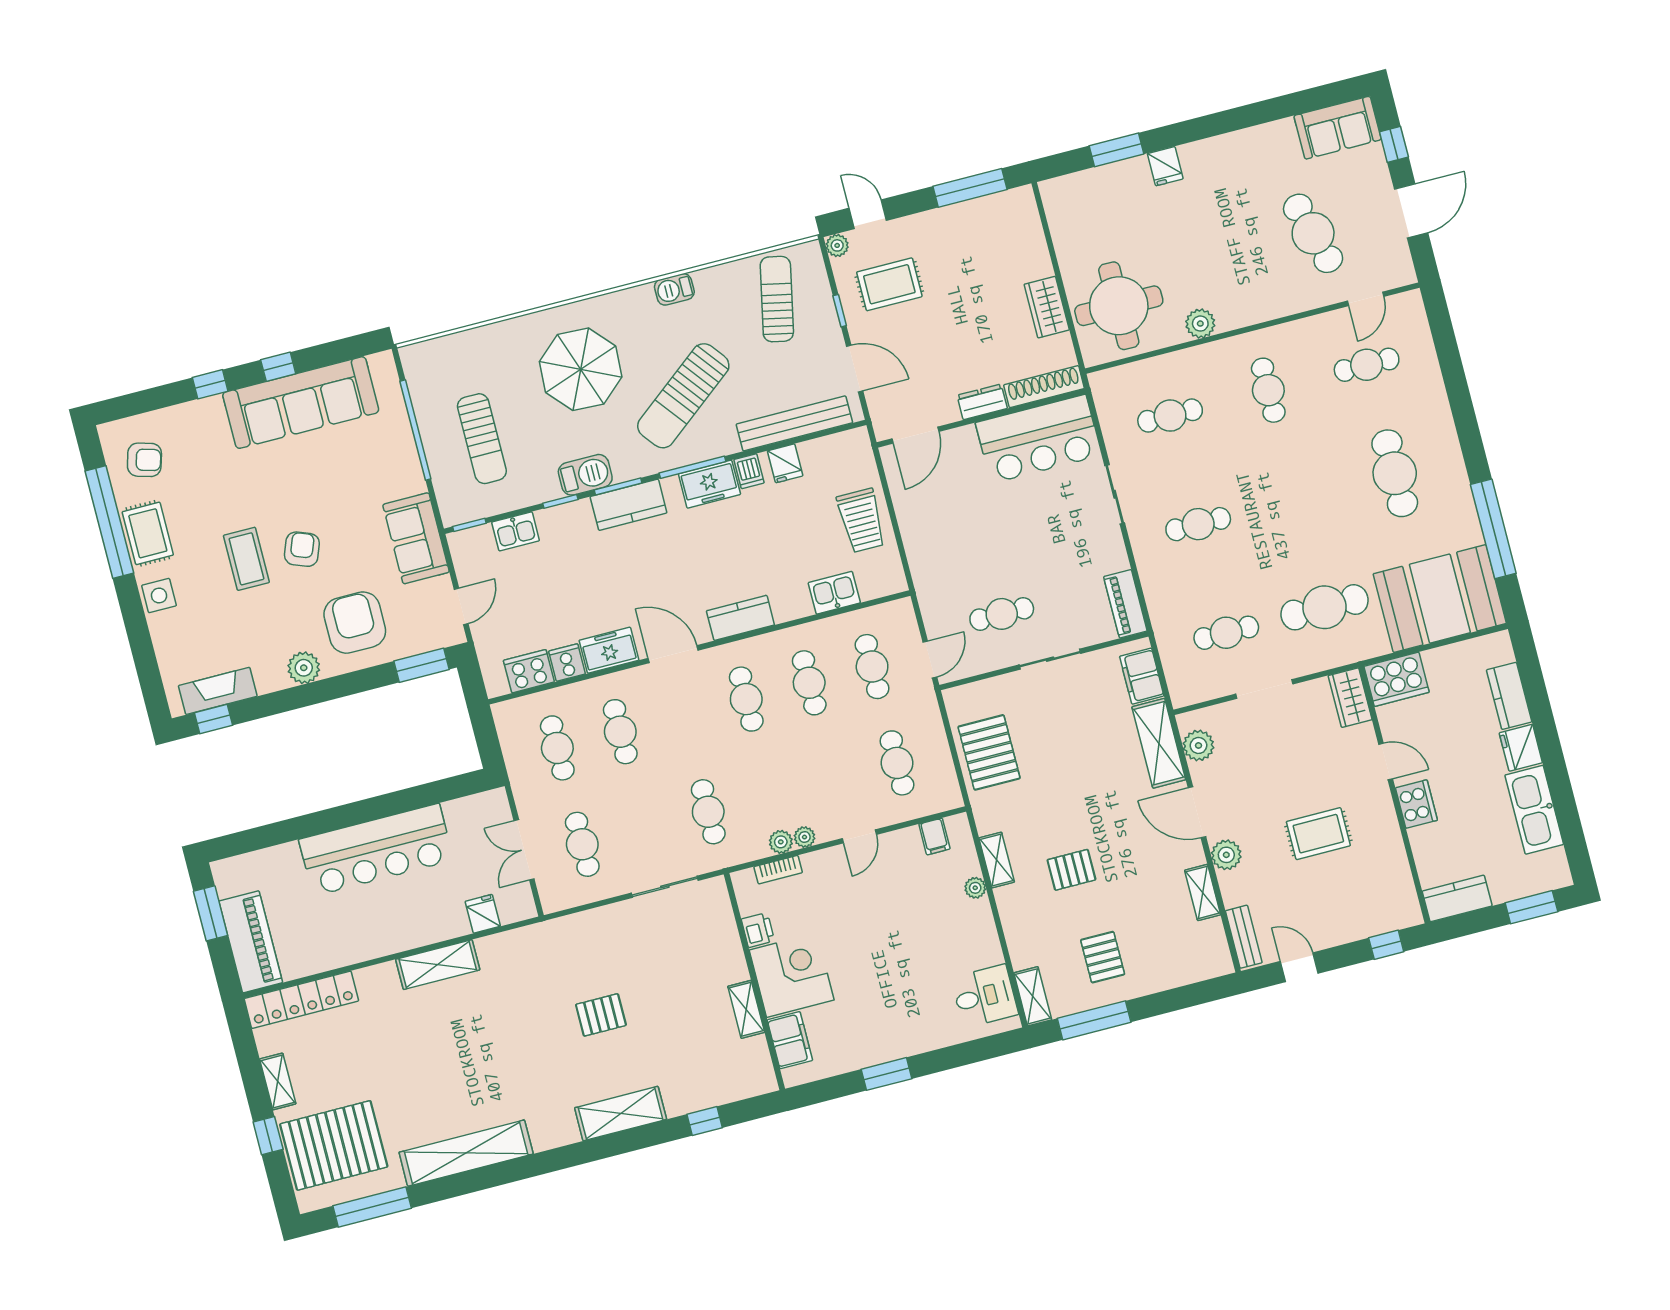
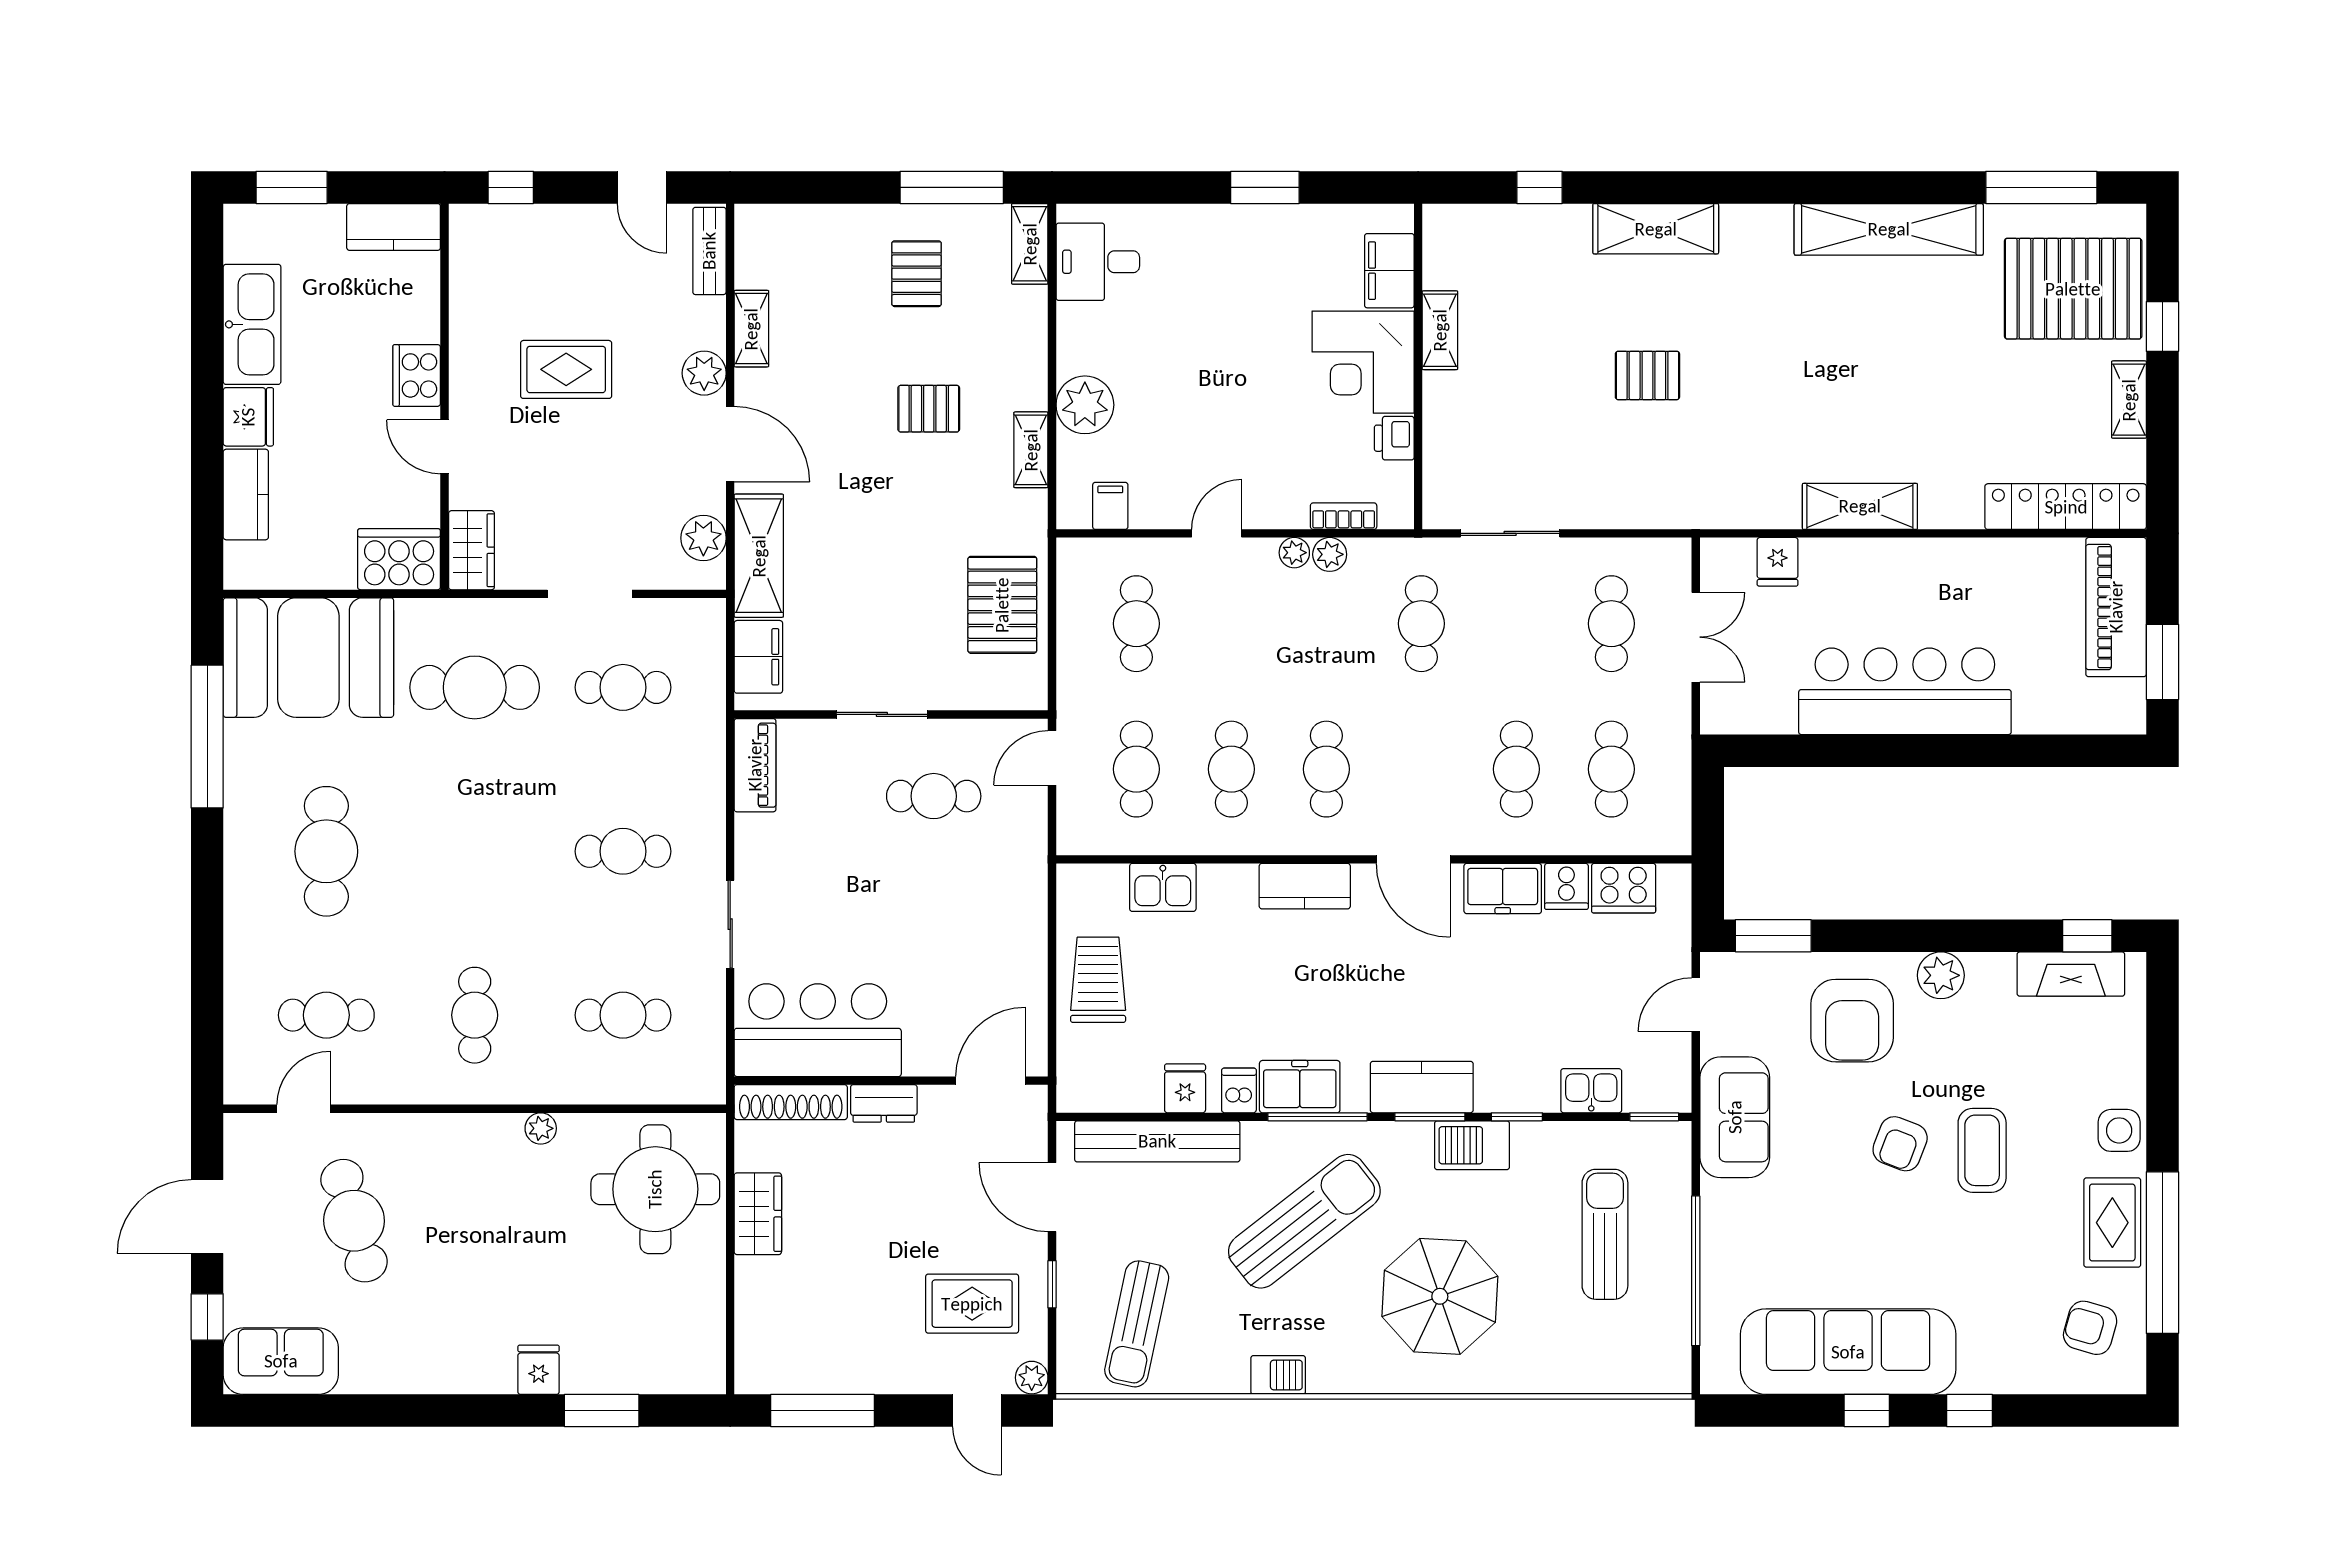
plant: (1200, 324) -> (541, 1128), width x0.73, depth x0.73
plant: (975, 888) -> (1085, 405), width x1.88, depth x1.88

